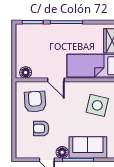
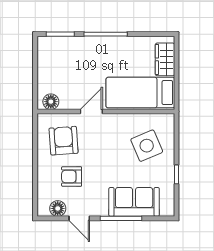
door: (56, 80) -> (91, 111), swing flipped
side table: (97, 105) -> (147, 146), turned -36
floor lamp: (62, 152) -> (58, 208), moved

